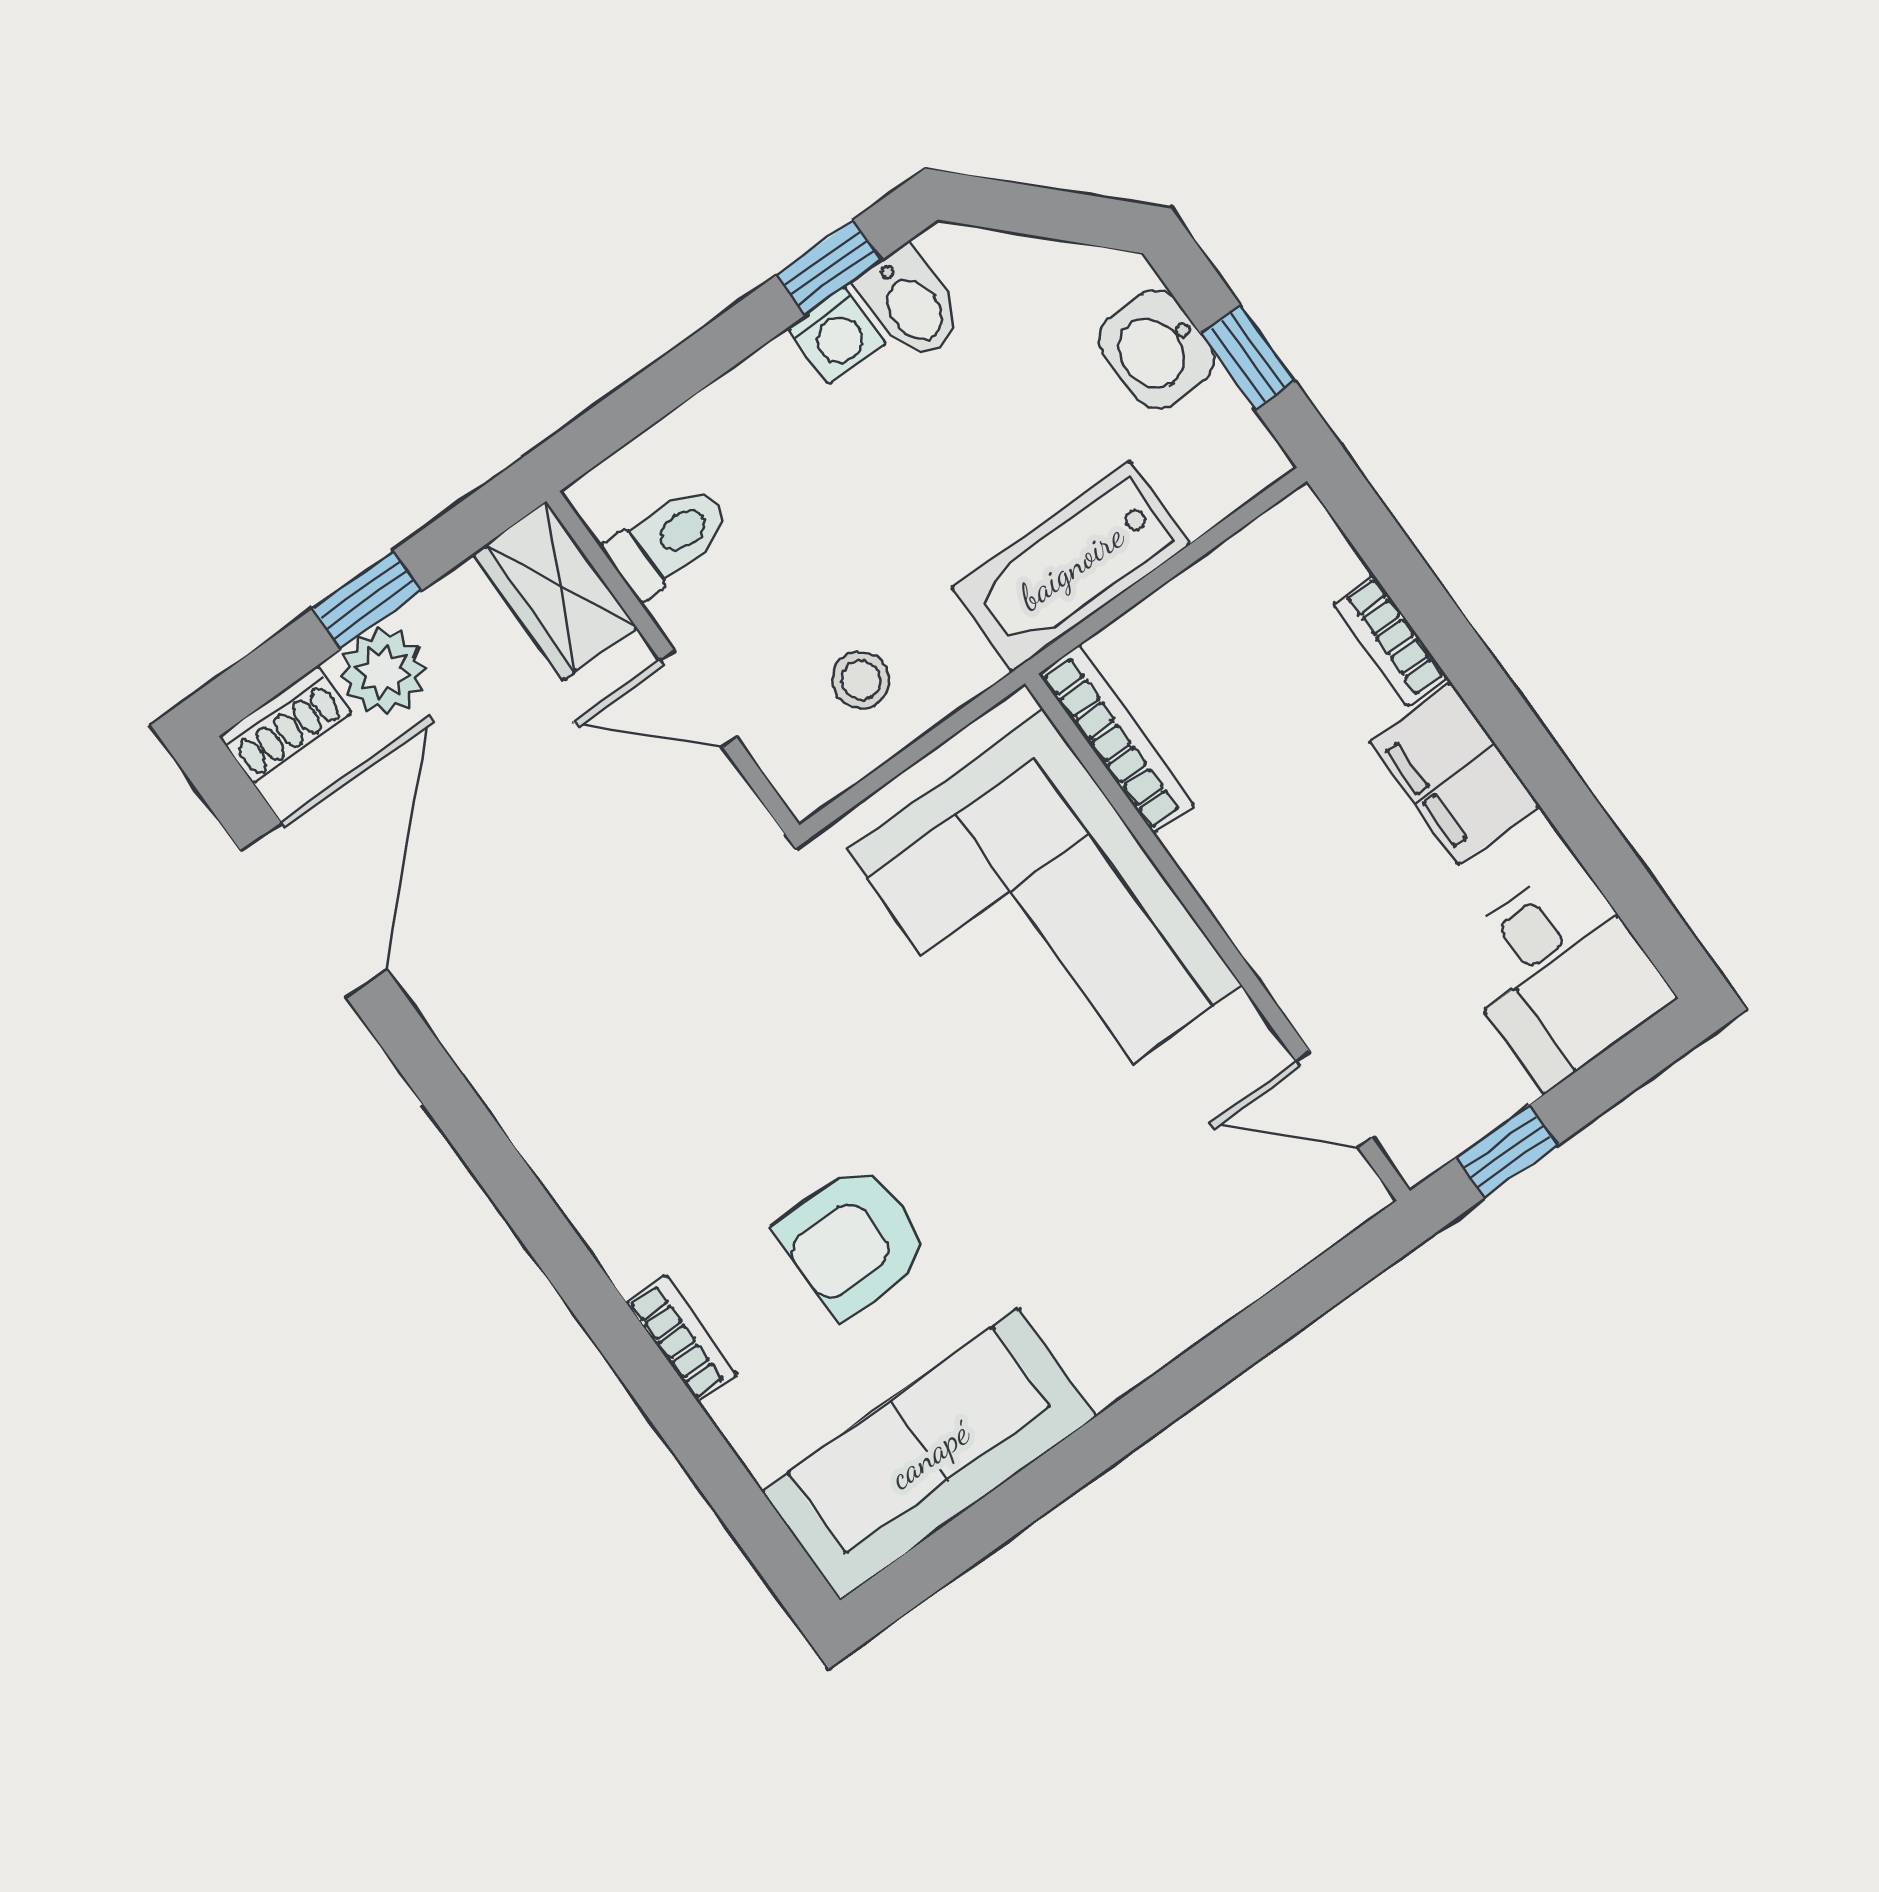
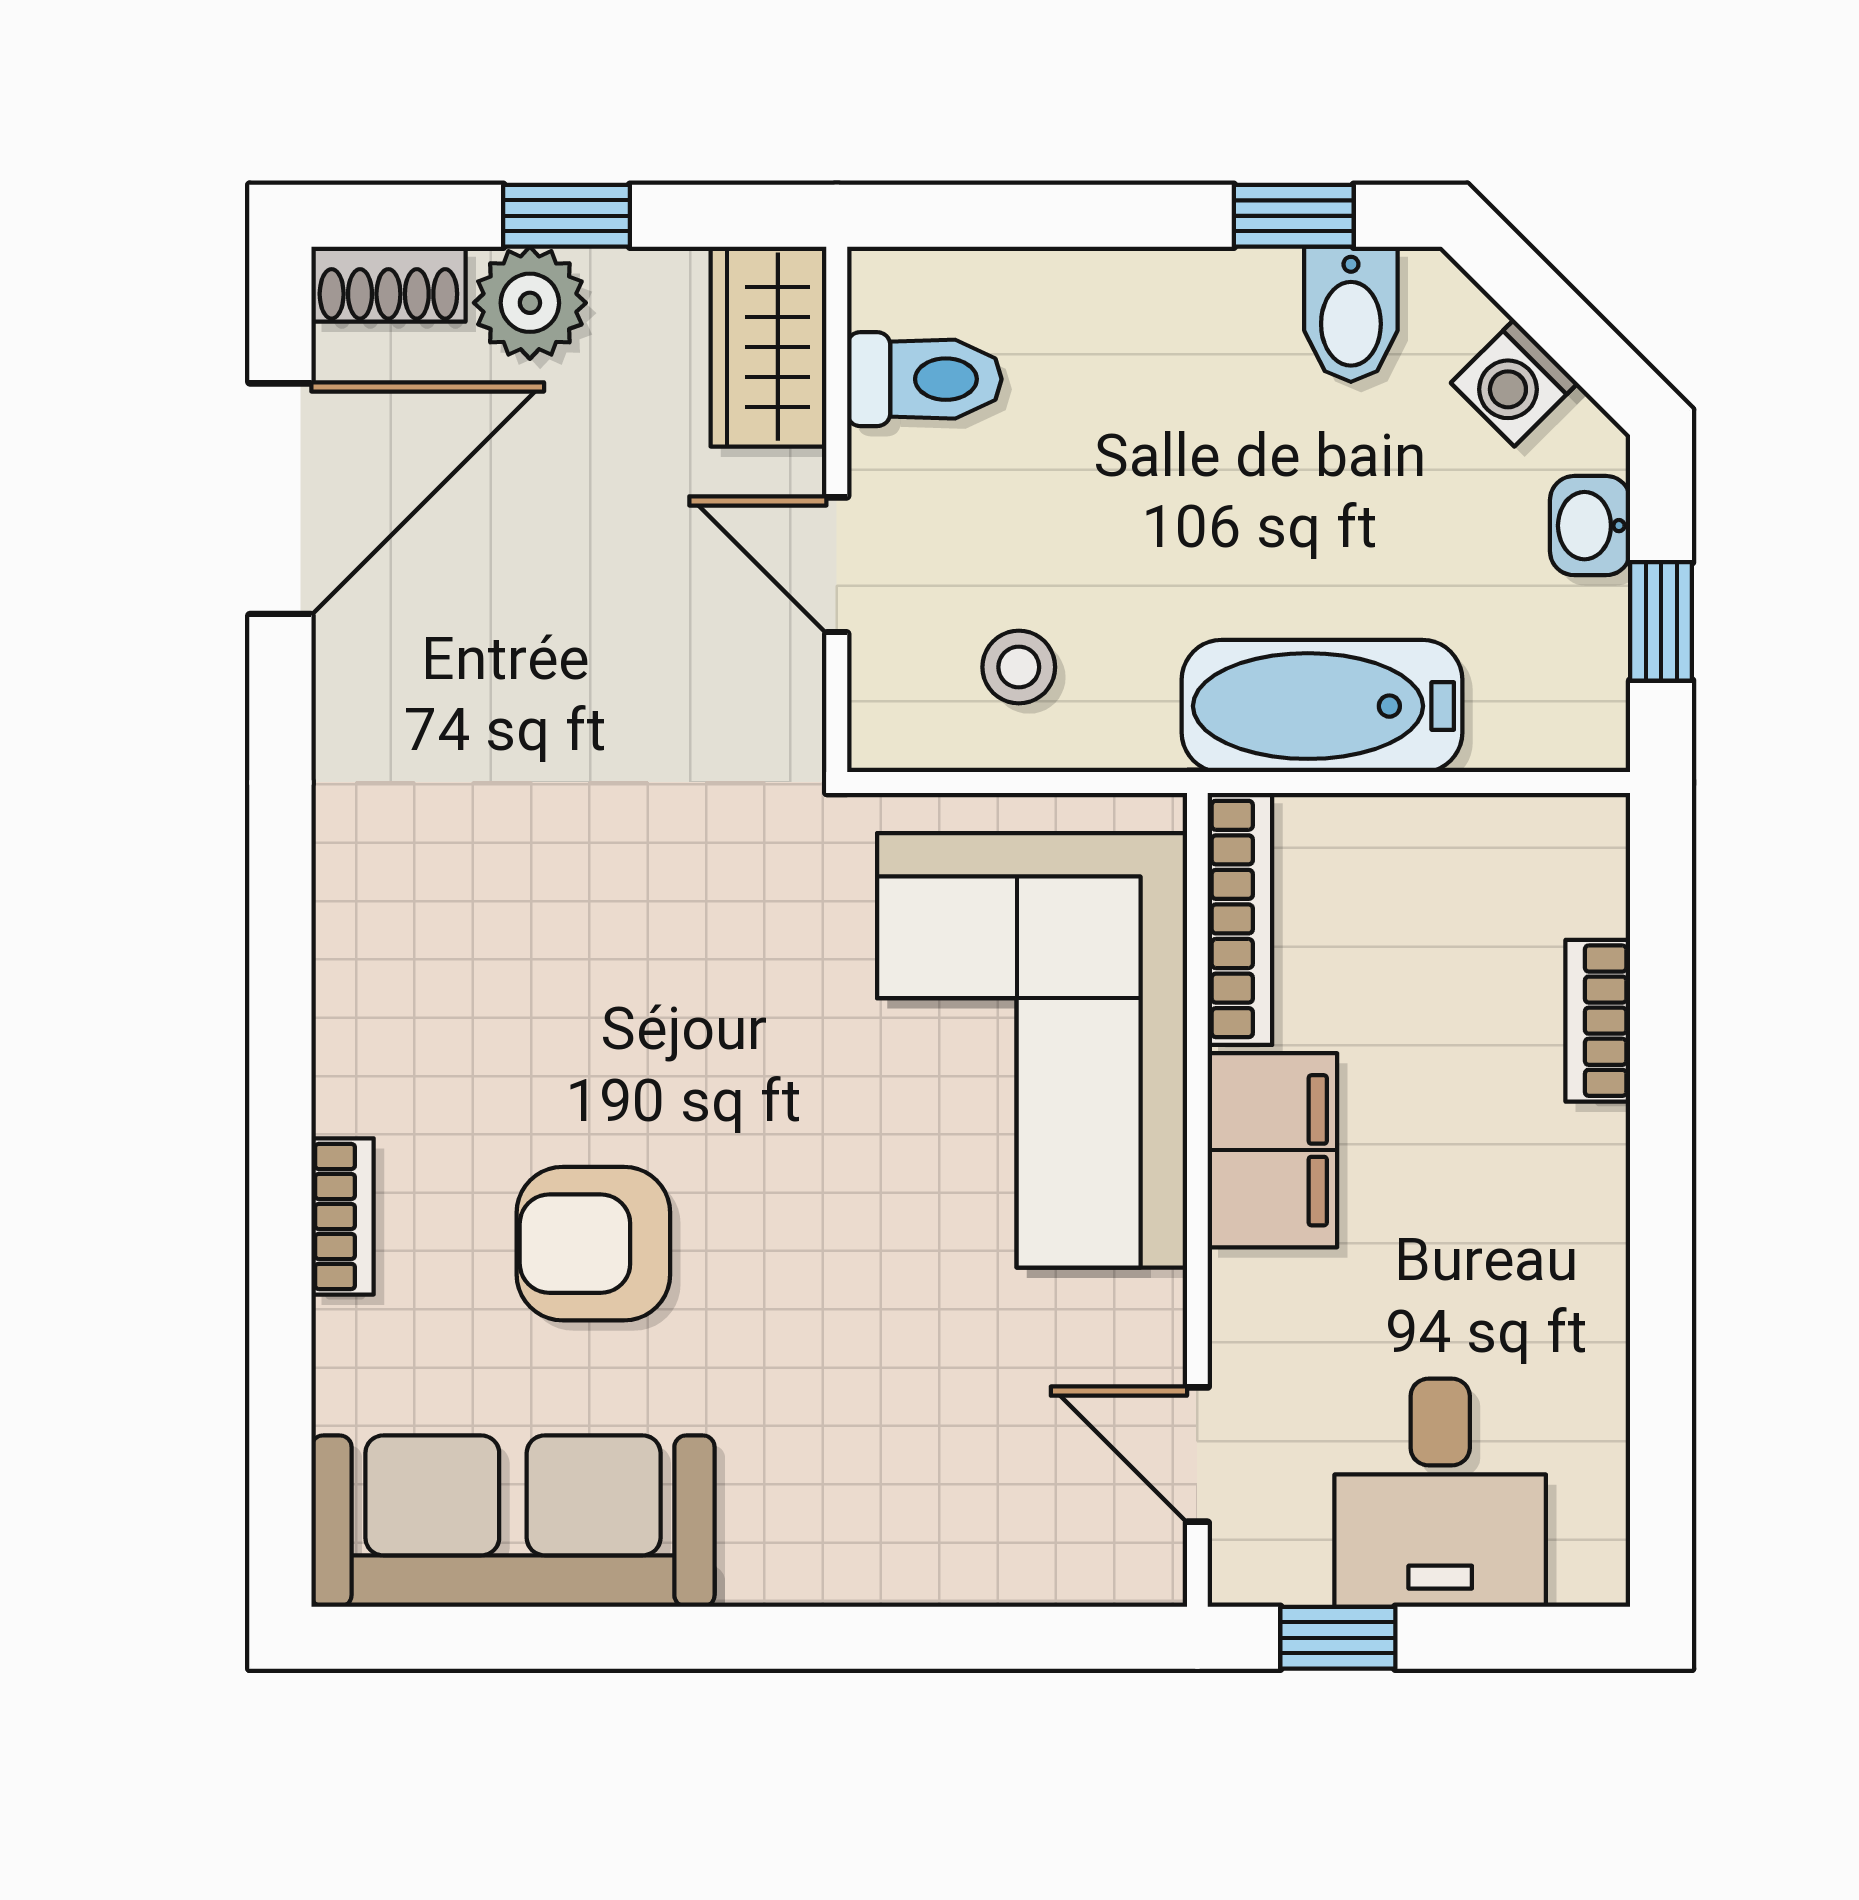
washing machine: (837, 335) -> (1514, 383), moved, turned 45
washbasin: (1156, 349) -> (1590, 526), width x0.72, depth x0.69
filing cabinet: (1455, 774) -> (1272, 1150), moved, turned 180
desk: (1559, 974) -> (1440, 1493), moved

